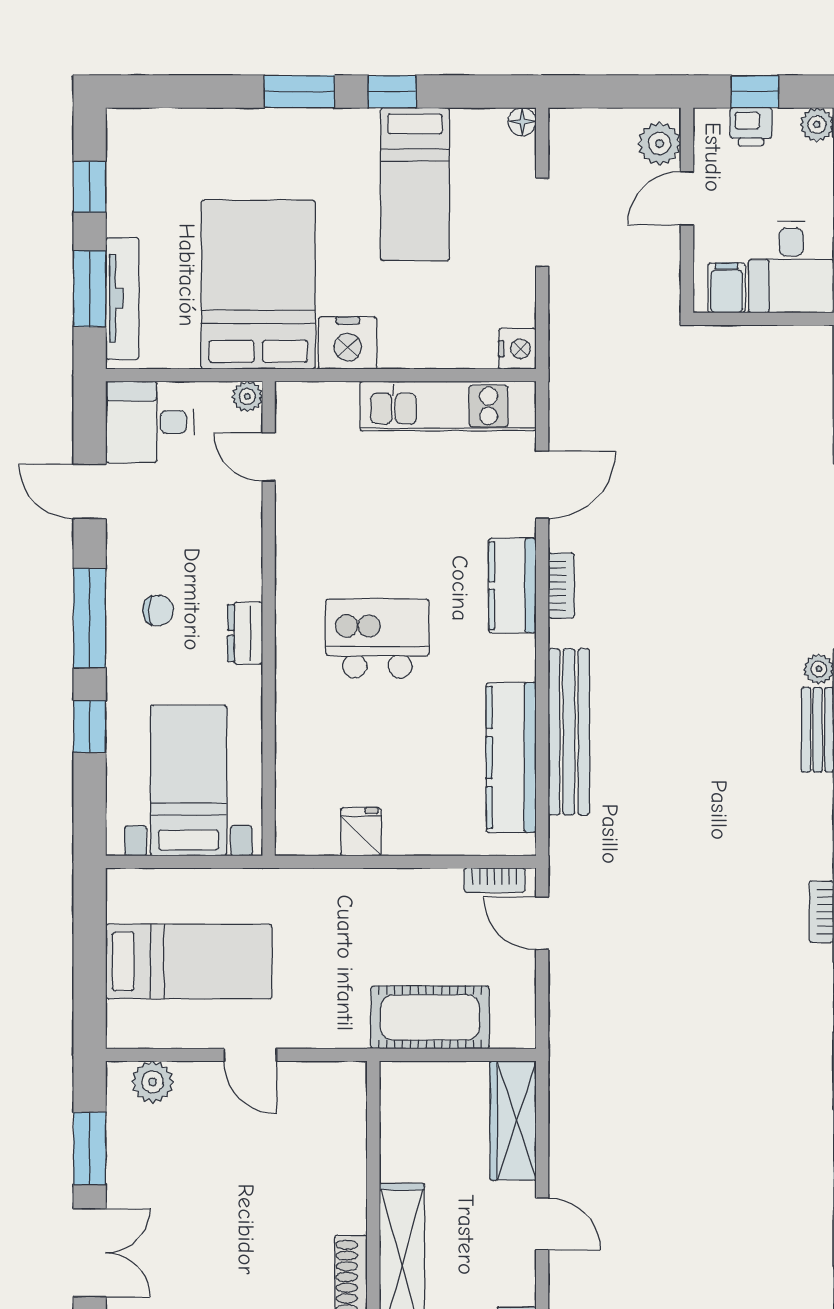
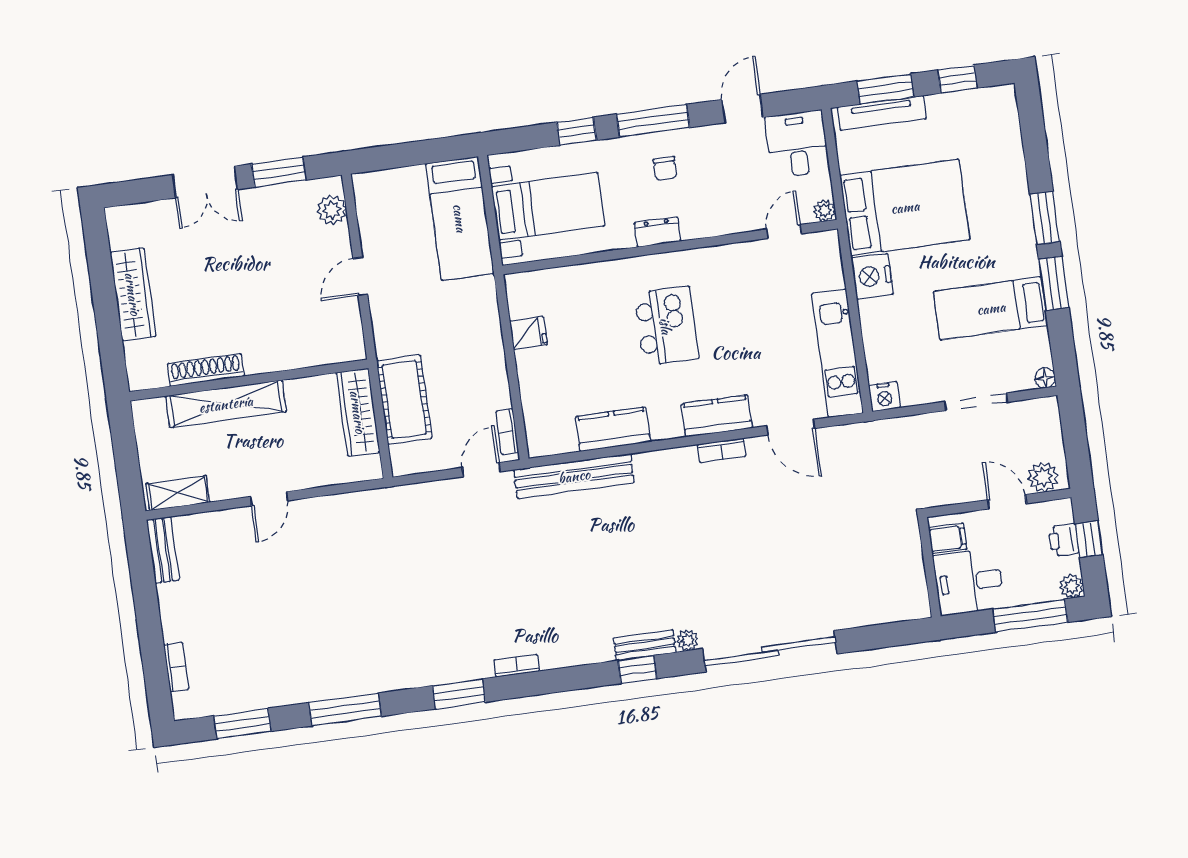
window: (392, 92) -> (1054, 283), width x1.50
bench: (569, 732) -> (574, 476), moved
kitchen counter: (511, 757) -> (613, 429), width x0.67
bed: (189, 961) -> (460, 218), moved
wardrobe: (513, 1121) -> (358, 412), moved, turned -90

